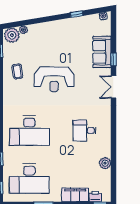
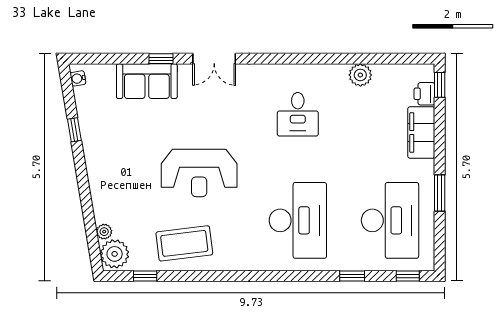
coffee table: (17, 71) -> (184, 243), width x1.86, depth x1.72
reception desk: (54, 79) -> (199, 173), turned 90

